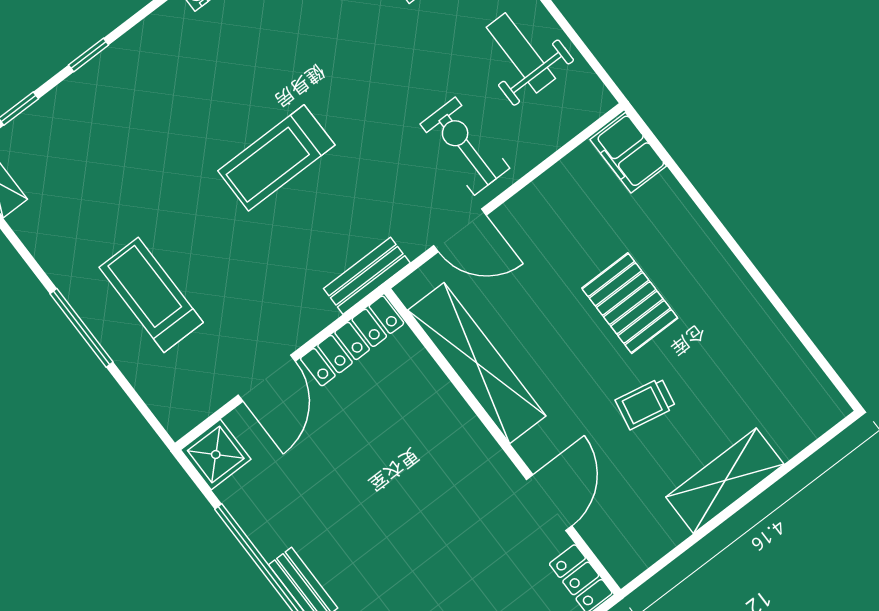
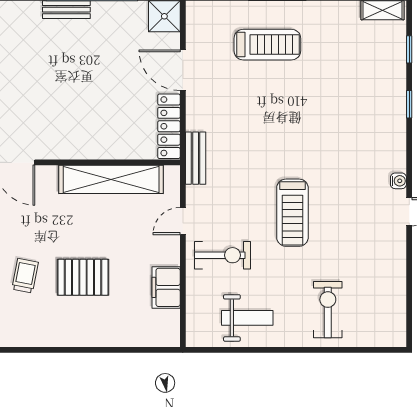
filing cabinet: (628, 153) -> (166, 287), moved, turned -90
treadmill: (276, 158) -> (292, 213), moved, turned 180
door: (460, 230) -> (183, 221), width x0.73
trolley: (645, 404) -> (25, 276), moved

